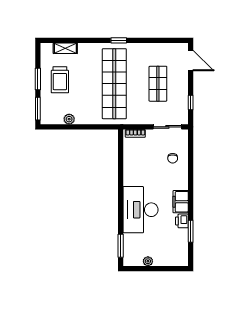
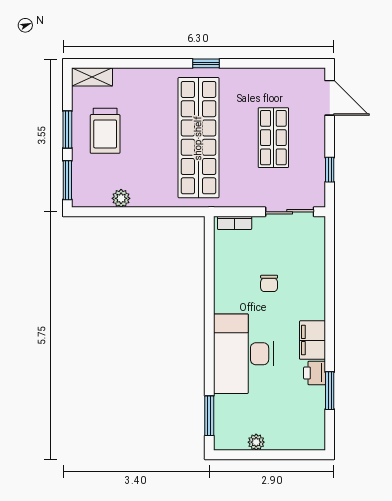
shelving: (65, 48) -> (92, 77), moved
chair: (173, 158) -> (269, 283), moved

